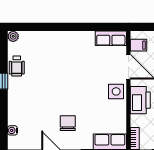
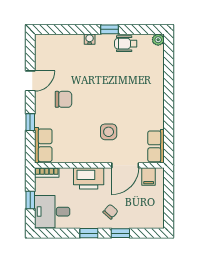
side table: (116, 91) -> (109, 132), moved
water cooler: (12, 130) -> (90, 39), moved

